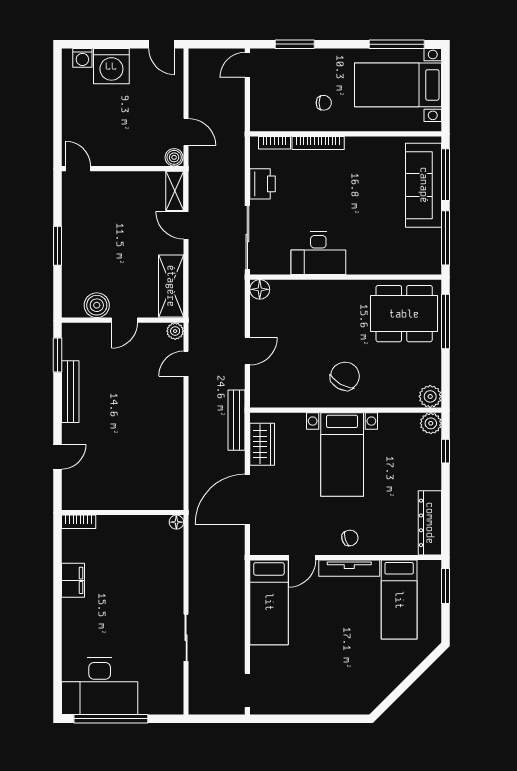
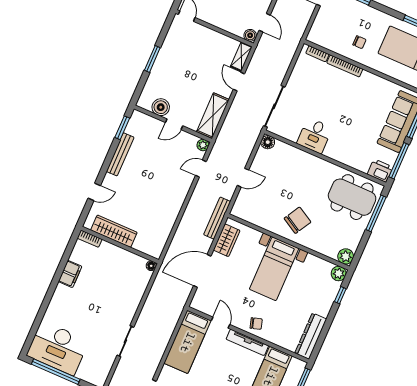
printer: (263, 184) -> (380, 171), moved, turned -90
desk: (318, 253) -> (315, 135), width x0.73
wardrobe: (107, 498) -> (114, 231), added
door: (302, 558) -> (221, 323), swing flipped

